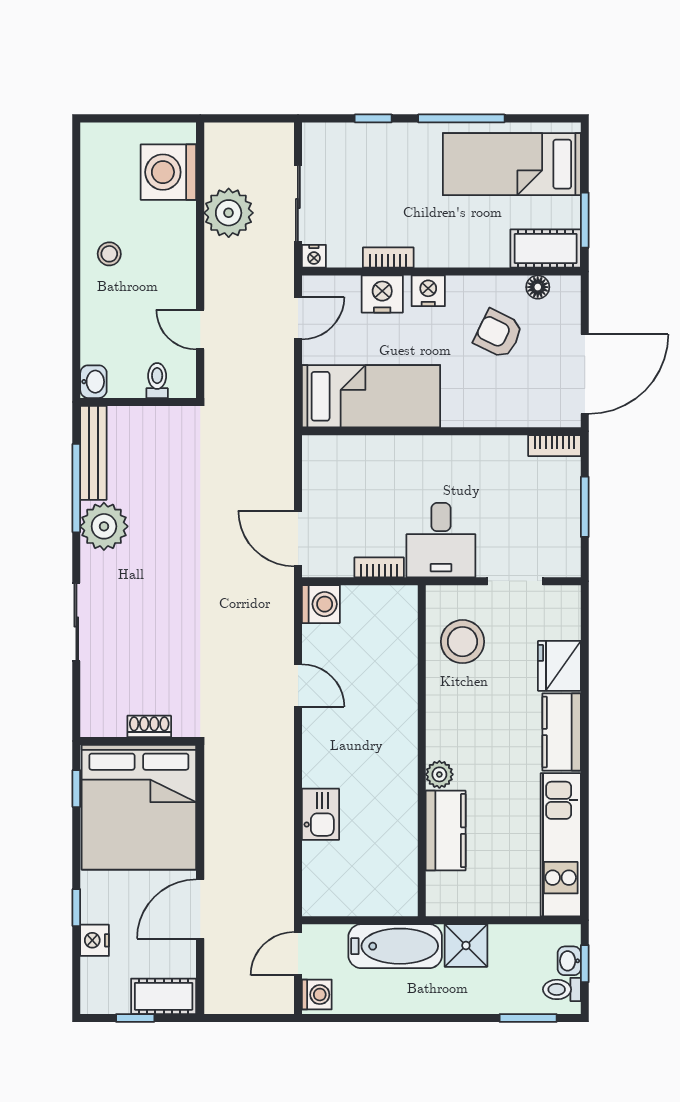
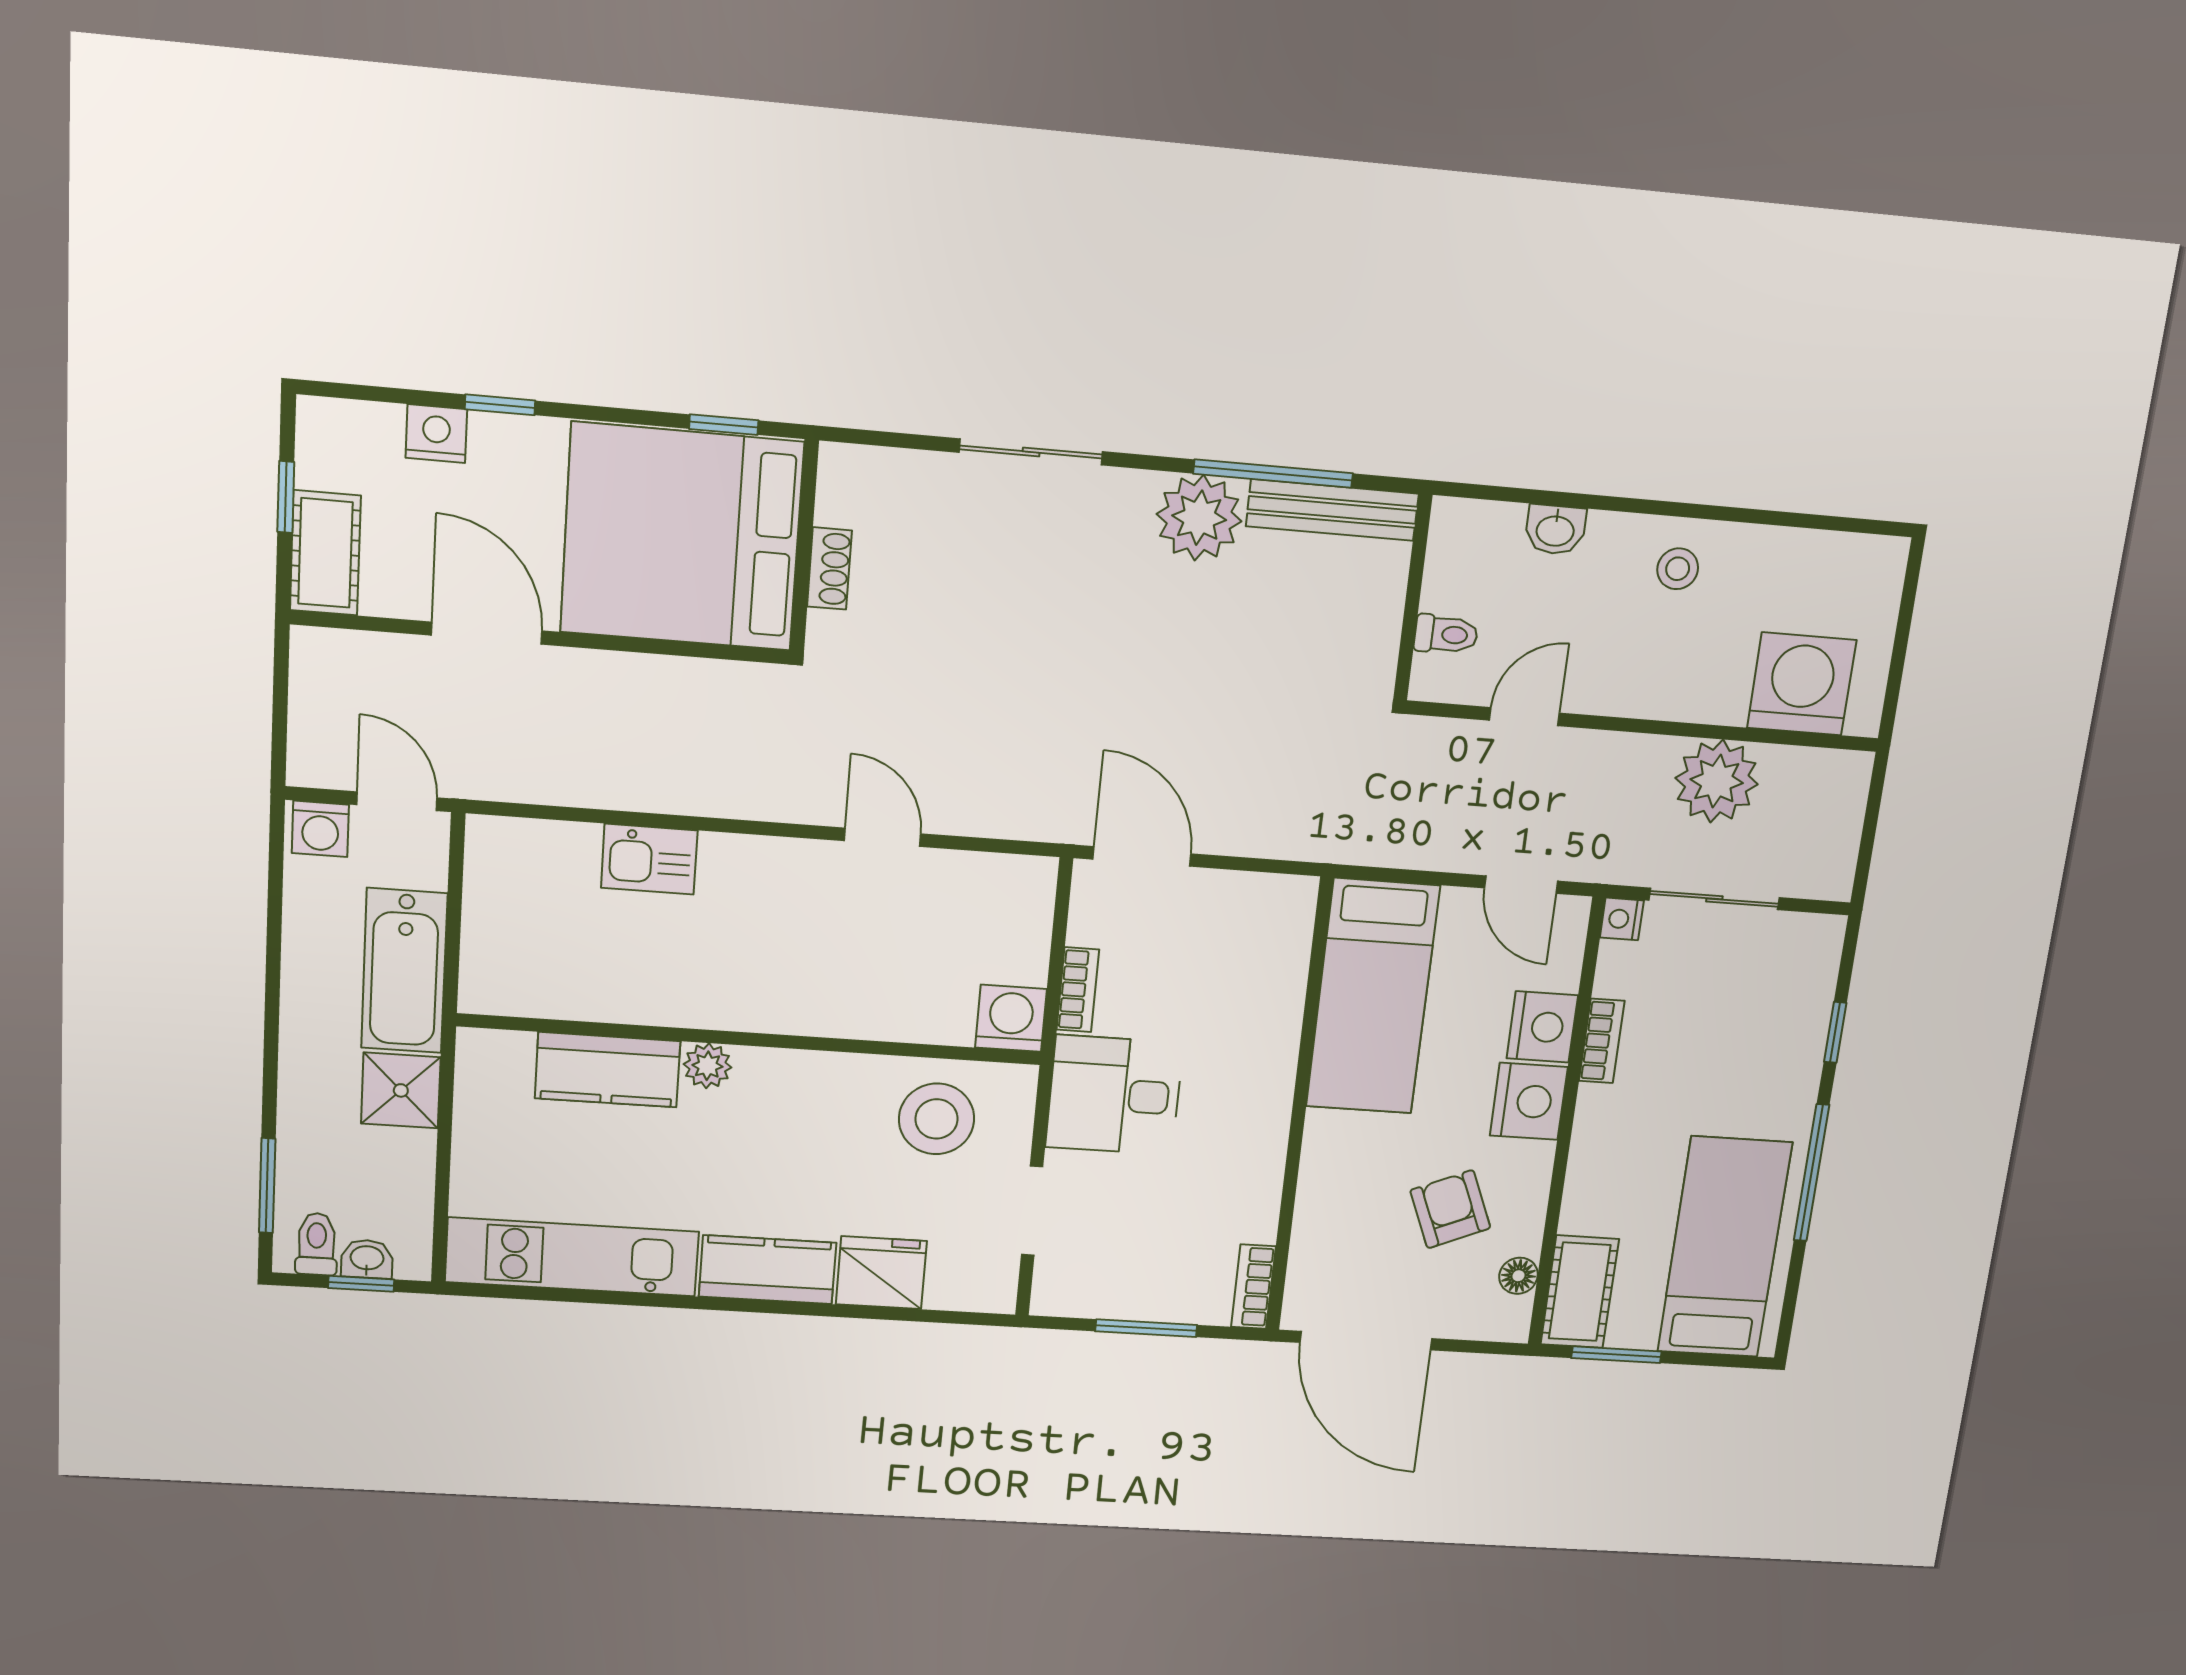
nightstand: (428, 291) -> (1529, 1101), width x1.36, depth x1.33
armchair: (498, 334) -> (1450, 1209), turned -49
washbasin: (93, 382) -> (1555, 530), moved
door: (298, 538) -> (1142, 856), hinge flipped
washing machine: (321, 604) -> (1011, 1018), moved, turned 180
door: (298, 686) -> (883, 837), swing flipped

